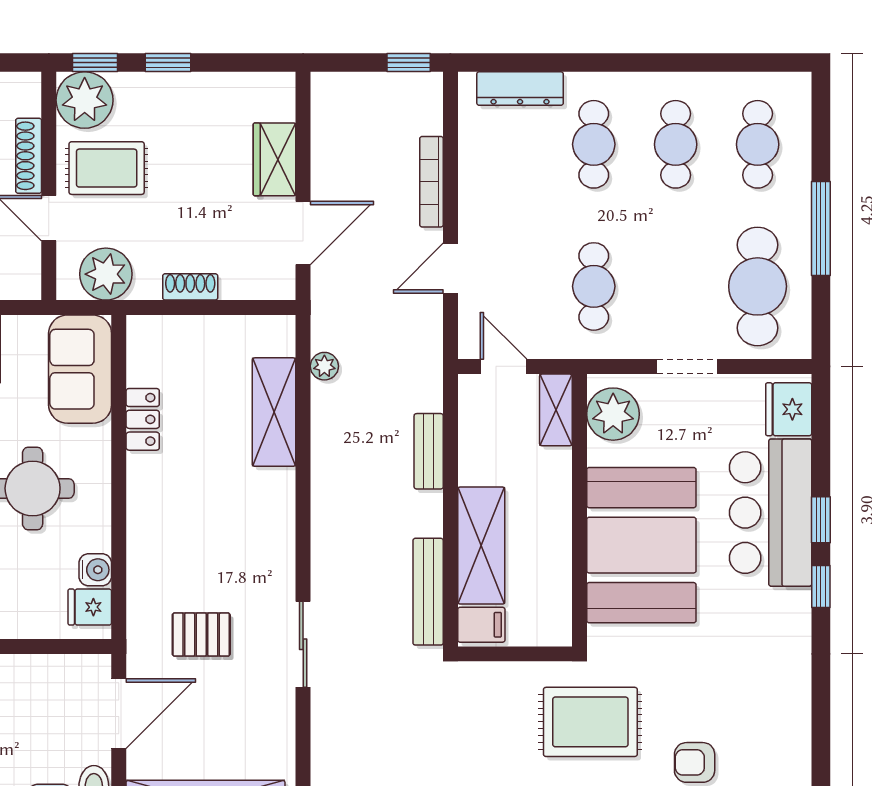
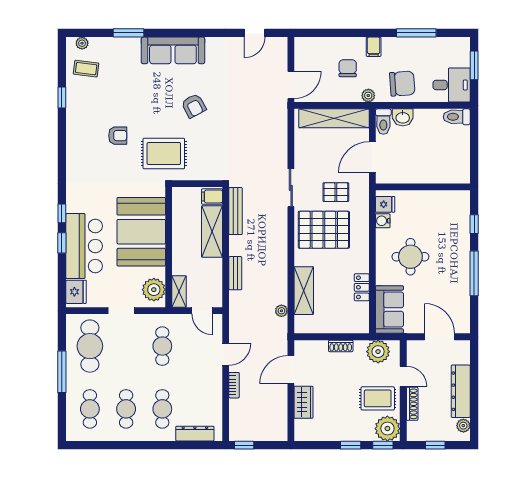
bookcase: (431, 182) -> (234, 385), width x0.64
pallet: (229, 550) -> (324, 230), added

